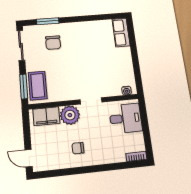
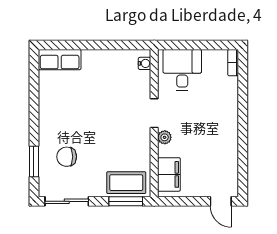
chair: (53, 43) -> (67, 157), turned 180
plant: (70, 115) -> (165, 137), width x0.53, depth x0.53
chair: (78, 148) -> (215, 137), removed
door: (29, 158) -> (221, 201), hinge flipped

